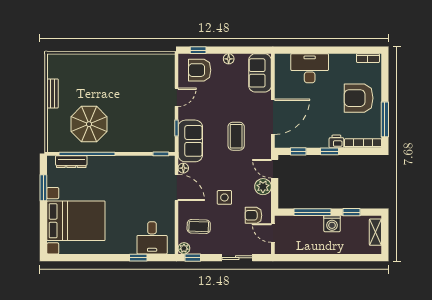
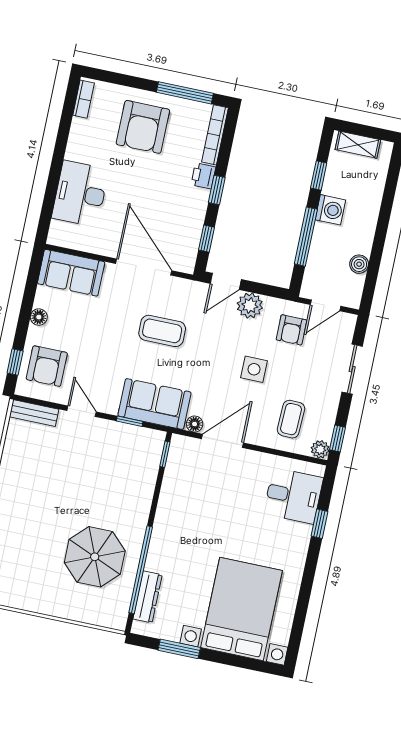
bench: (53, 93) -> (34, 413), moved
boiler: (302, 248) -> (359, 264), added

